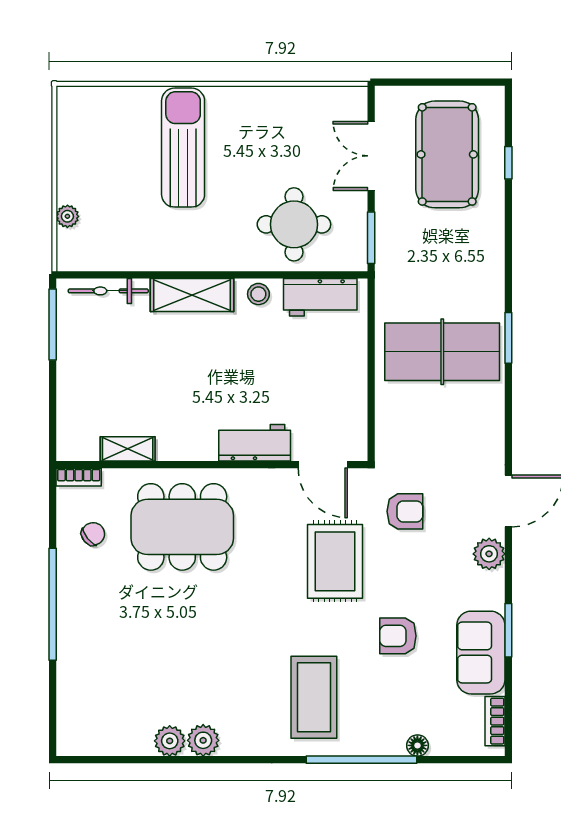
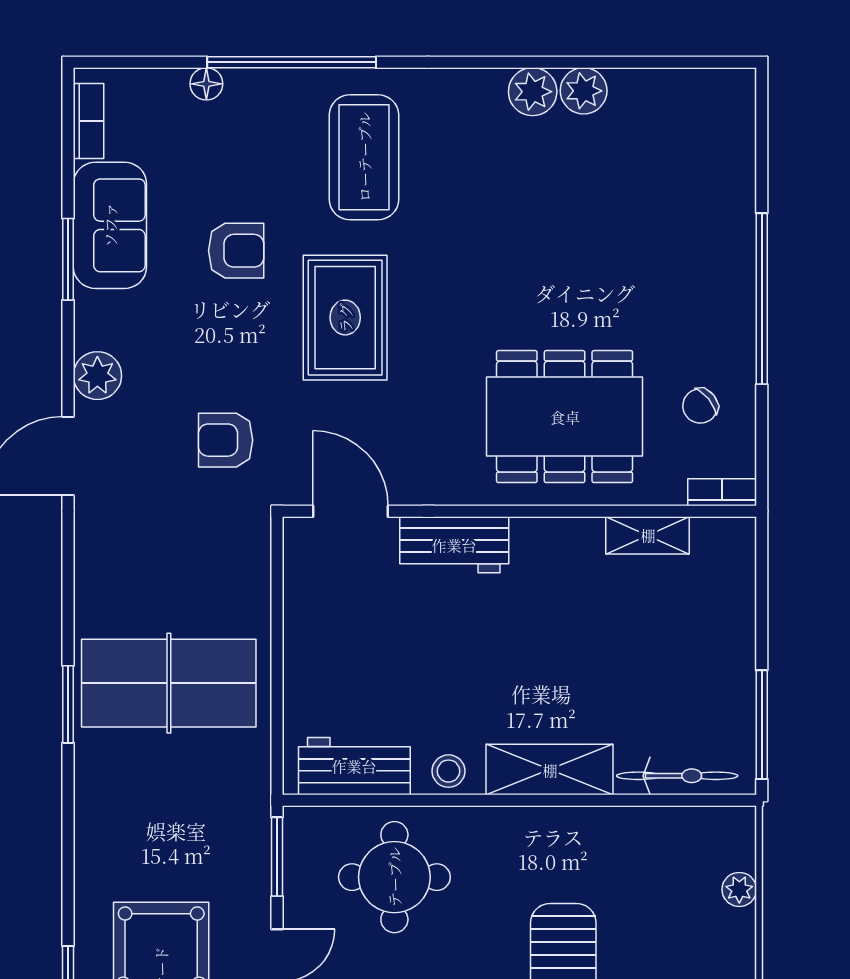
rug: (335, 561) -> (345, 318), moved

